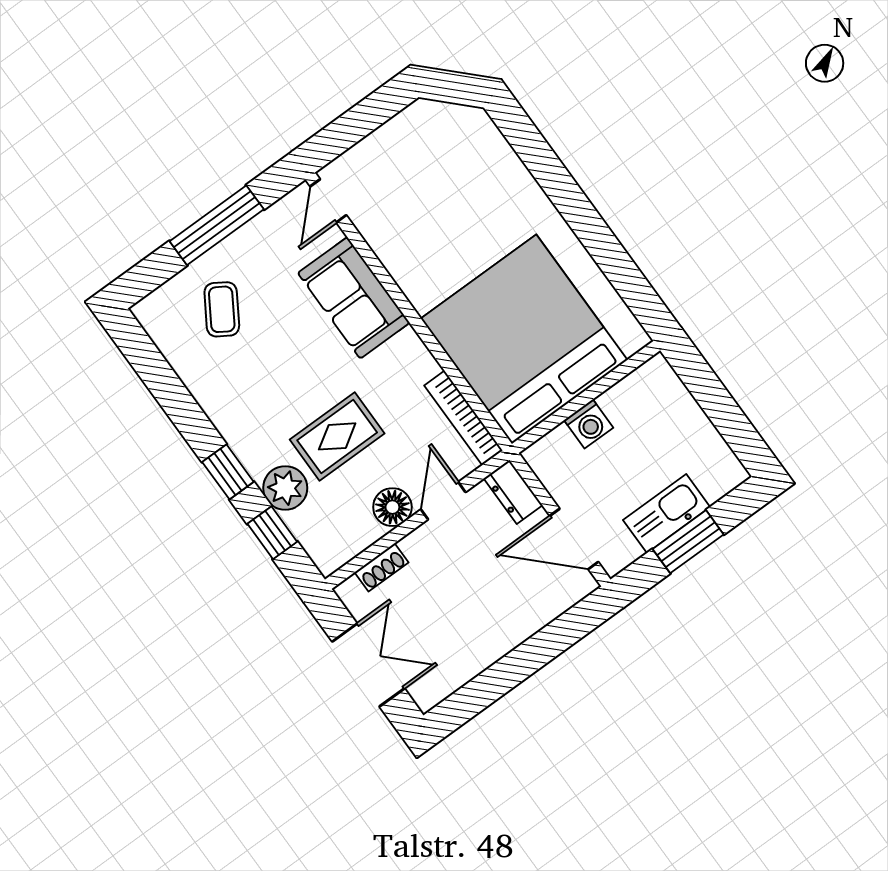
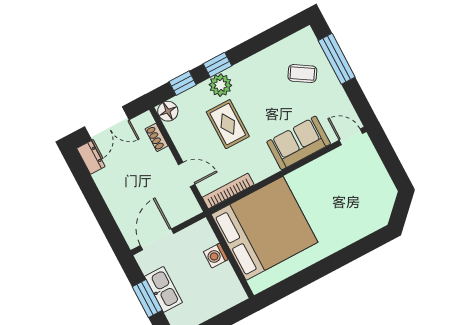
window: (217, 225) -> (337, 59), moved
plant: (285, 488) -> (220, 85), moved
dresser: (513, 492) -> (91, 157), moved, turned 90
floor lamp: (392, 507) -> (168, 111), moved

